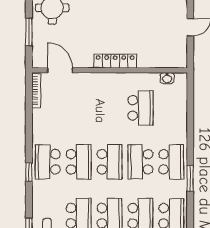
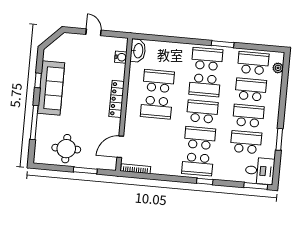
water cooler: (164, 61) -> (121, 57), added
washbasin: (167, 78) -> (138, 51), width x1.91, depth x1.45
school desk: (110, 108) -> (156, 107), added

